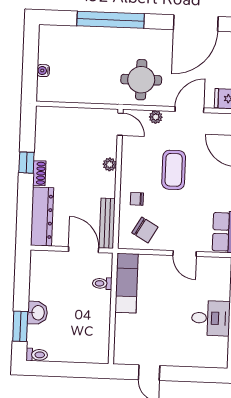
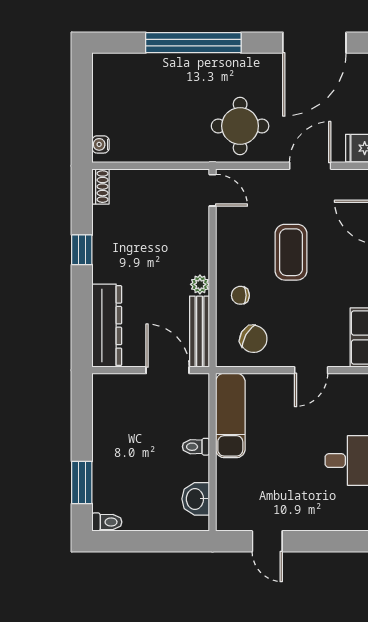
water cooler: (43, 71) -> (100, 144), moved
plant: (156, 117) -> (263, 178), removed
plant: (110, 164) -> (200, 284), moved
shoe rack: (39, 173) -> (100, 187), moved
door: (185, 253) -> (311, 370), hinge flipped
toilet: (102, 283) -> (196, 447), moved
washbasin: (38, 313) -> (196, 499), moved, turned 180

